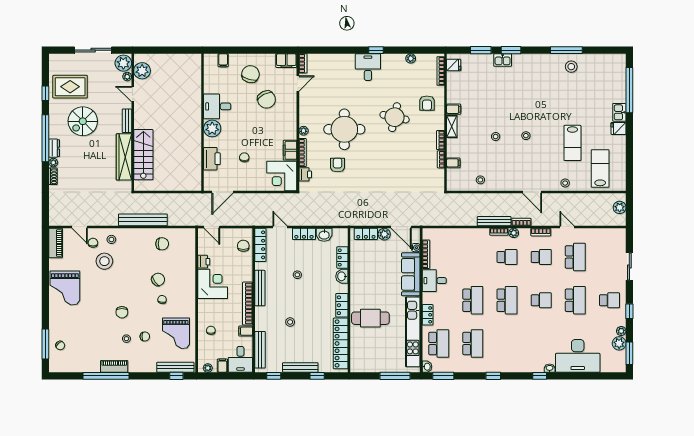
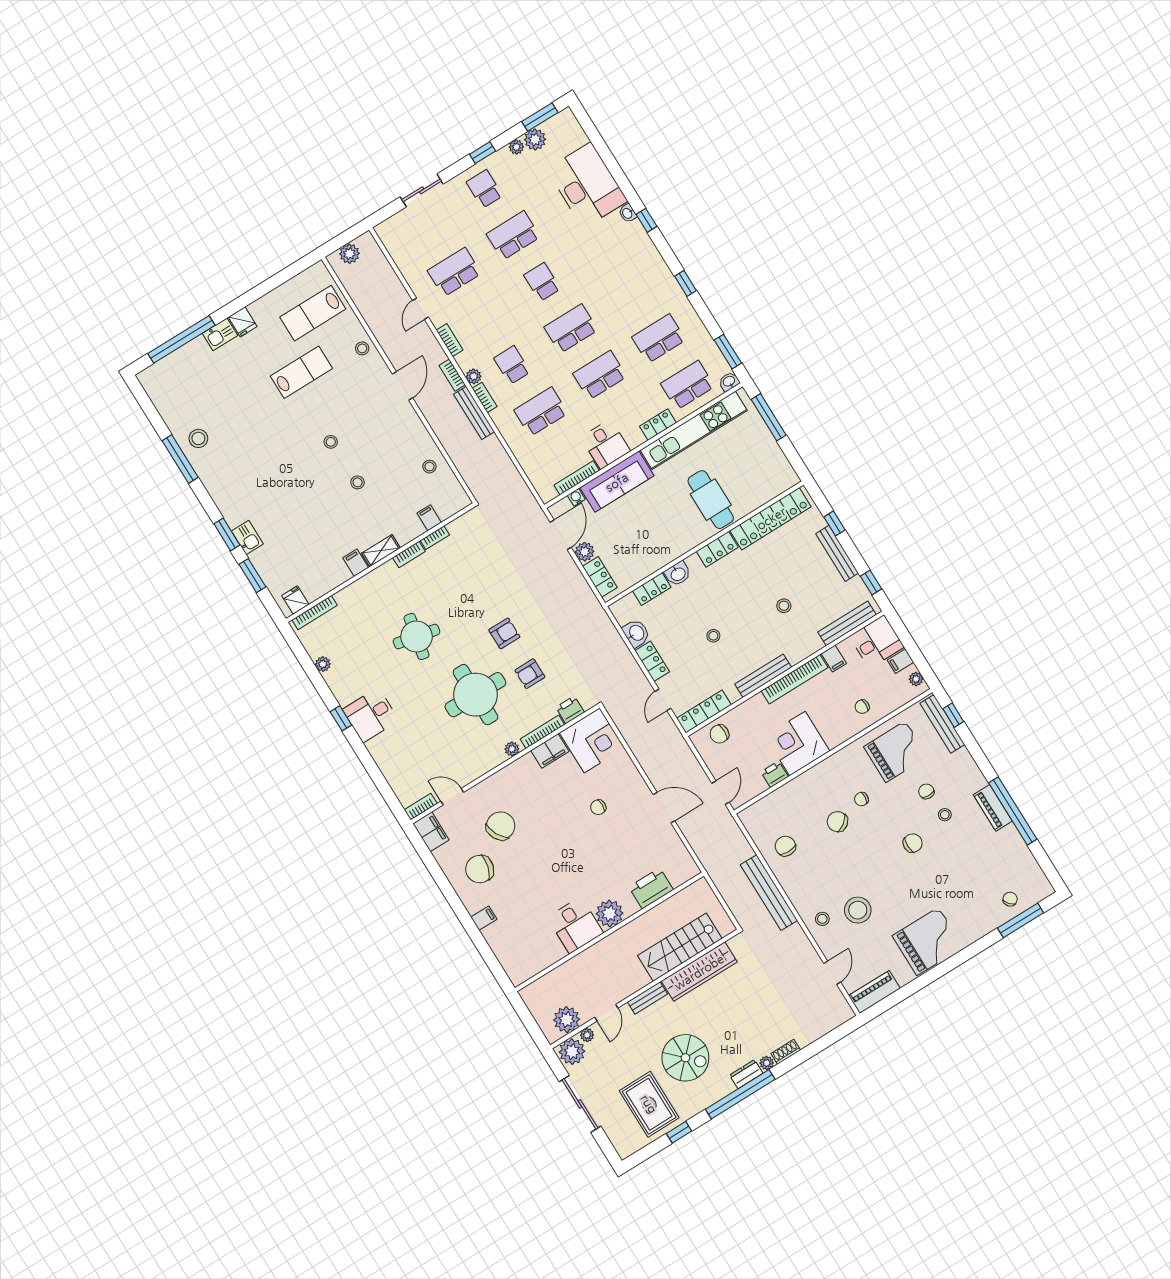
armchair: (427, 103) -> (504, 633), moved
desk: (217, 106) -> (575, 925), moved
wall: (202, 122) -> (609, 932), moved
plant: (212, 128) -> (610, 913), moved
printer: (212, 159) -> (651, 888), moved
chair: (93, 243) -> (842, 941), removed
school desk: (541, 257) -> (541, 412), moved, width x1.85

